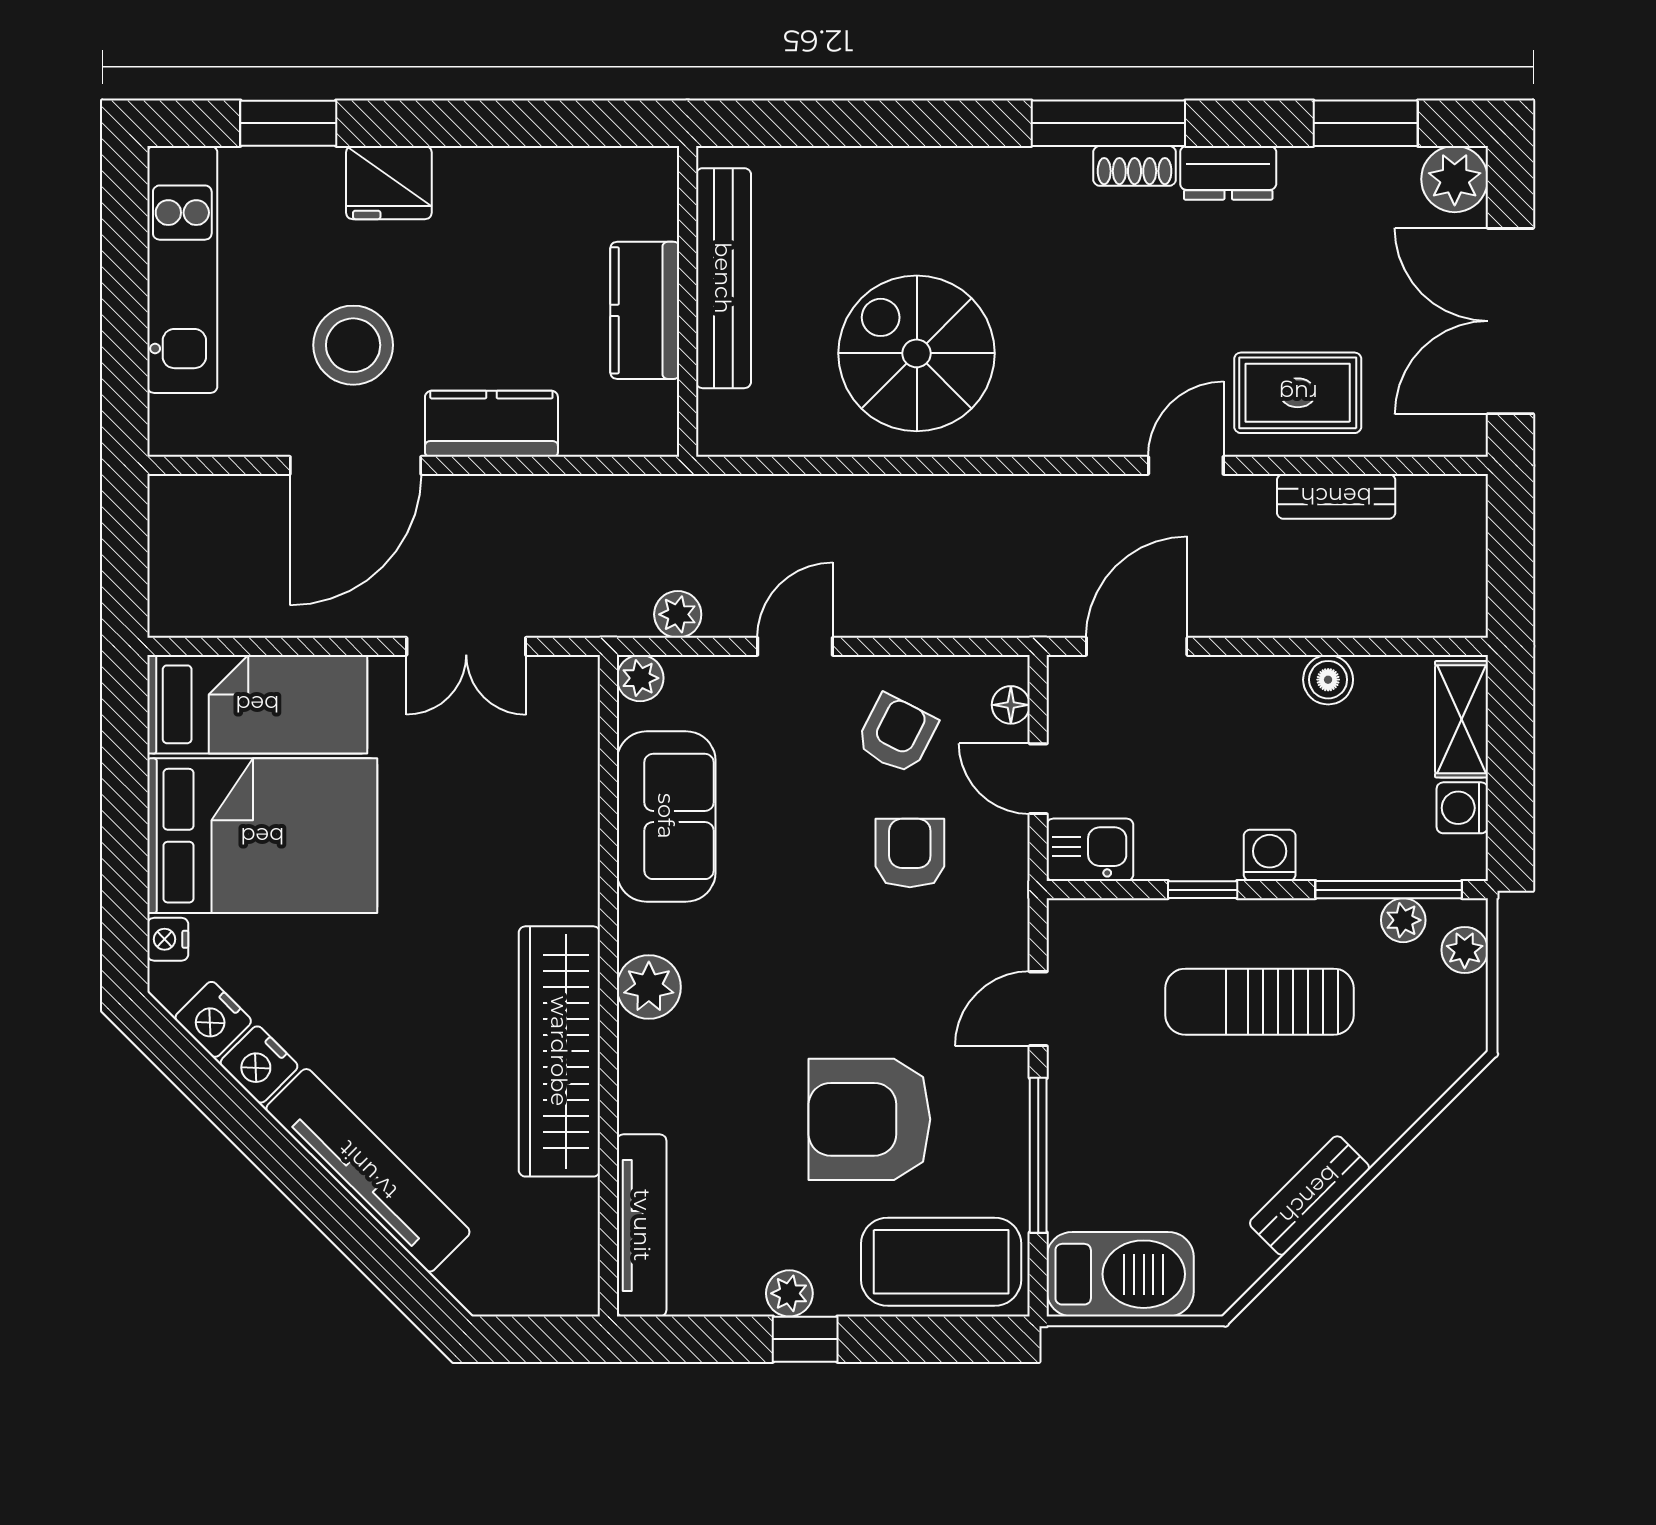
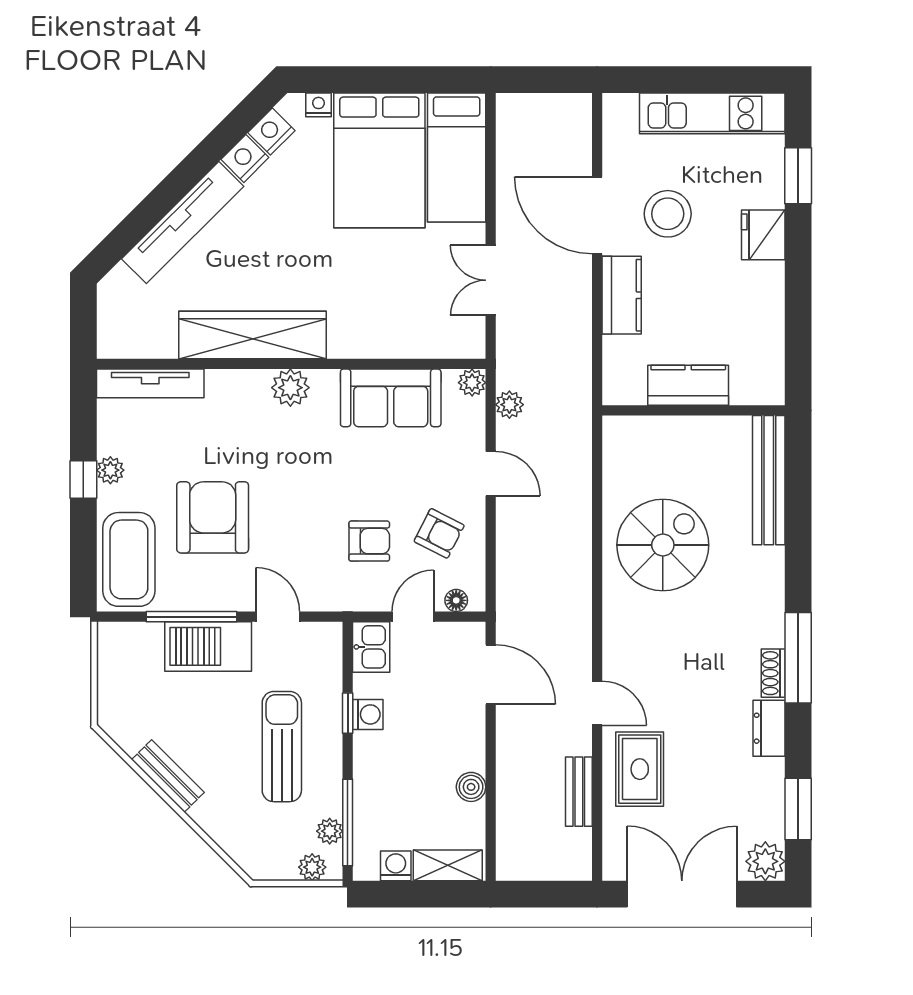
bench: (723, 278) -> (769, 480), moved, turned 90
washing machine: (1270, 855) -> (368, 714), moved
barbecue: (1120, 1274) -> (208, 646), moved, turned 90

